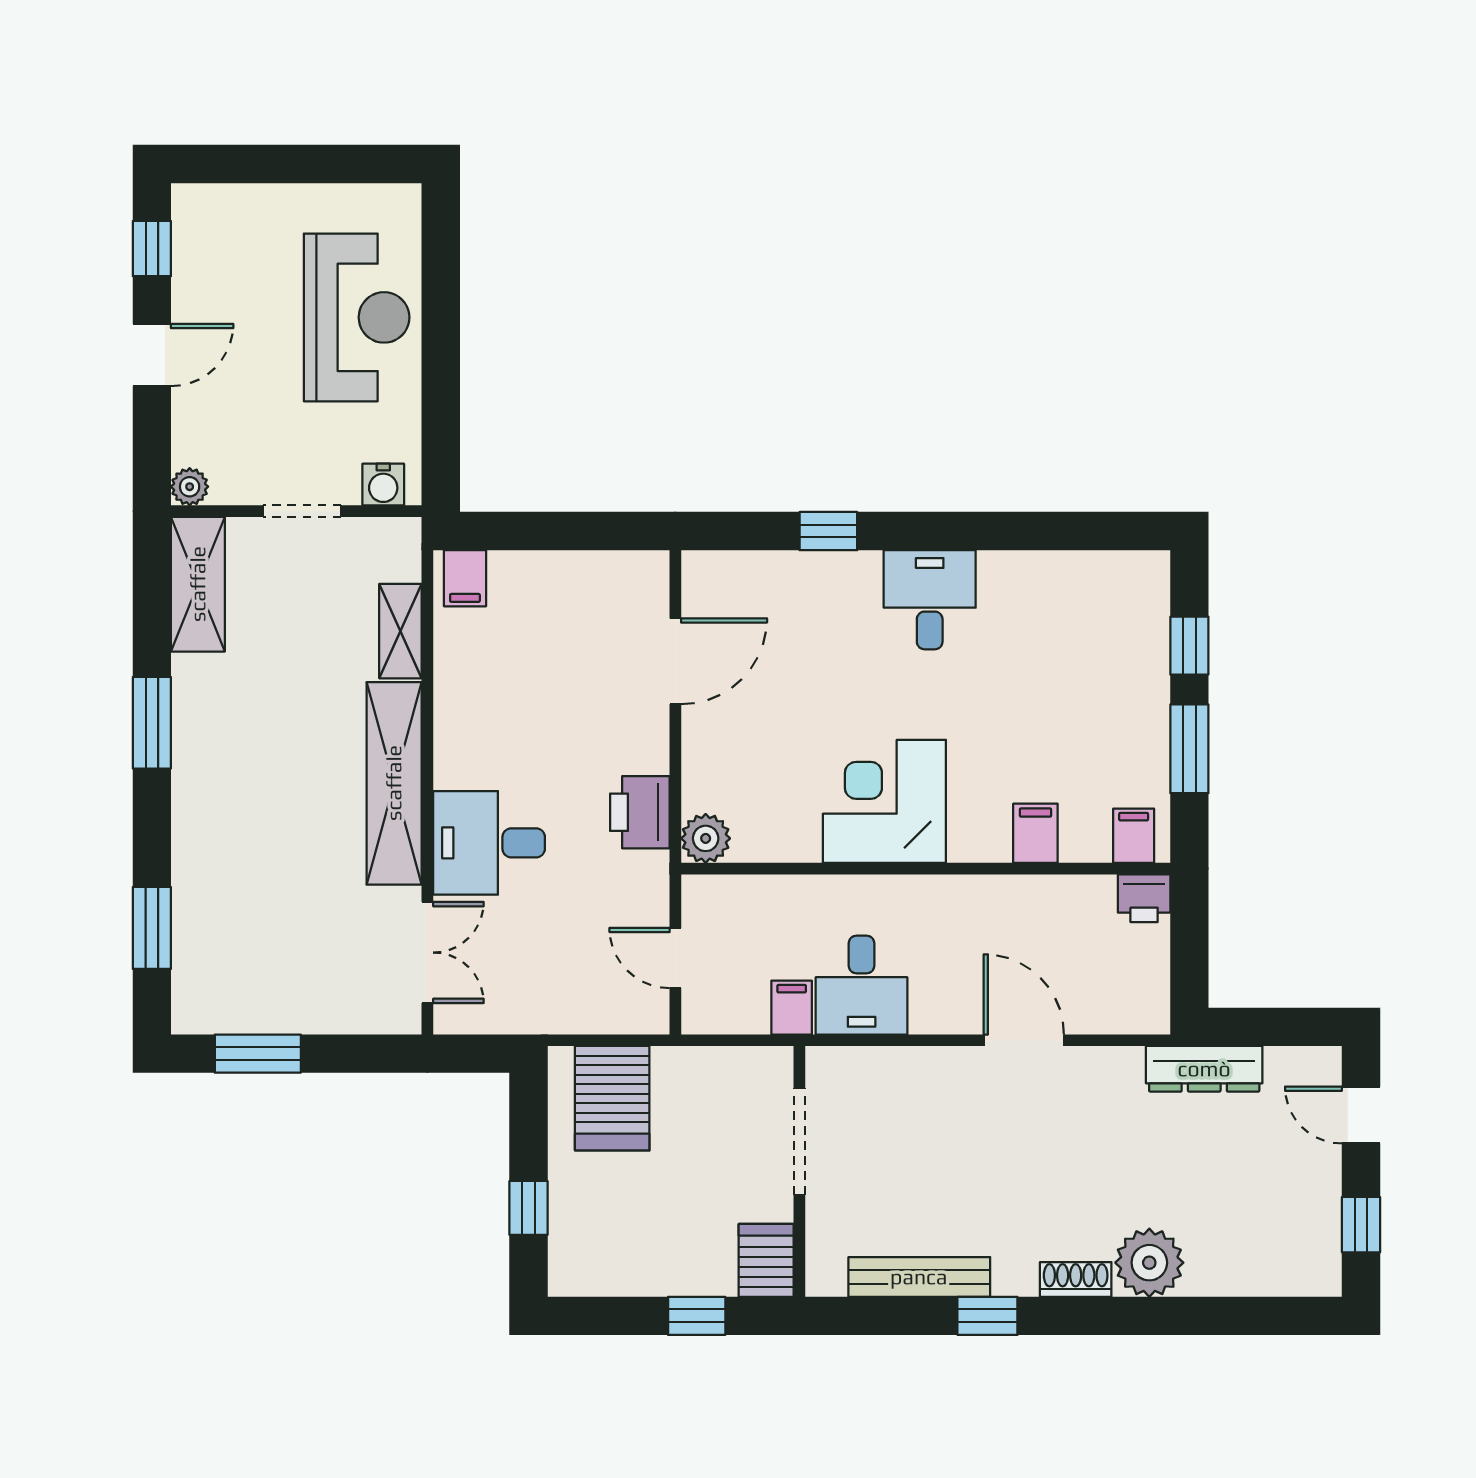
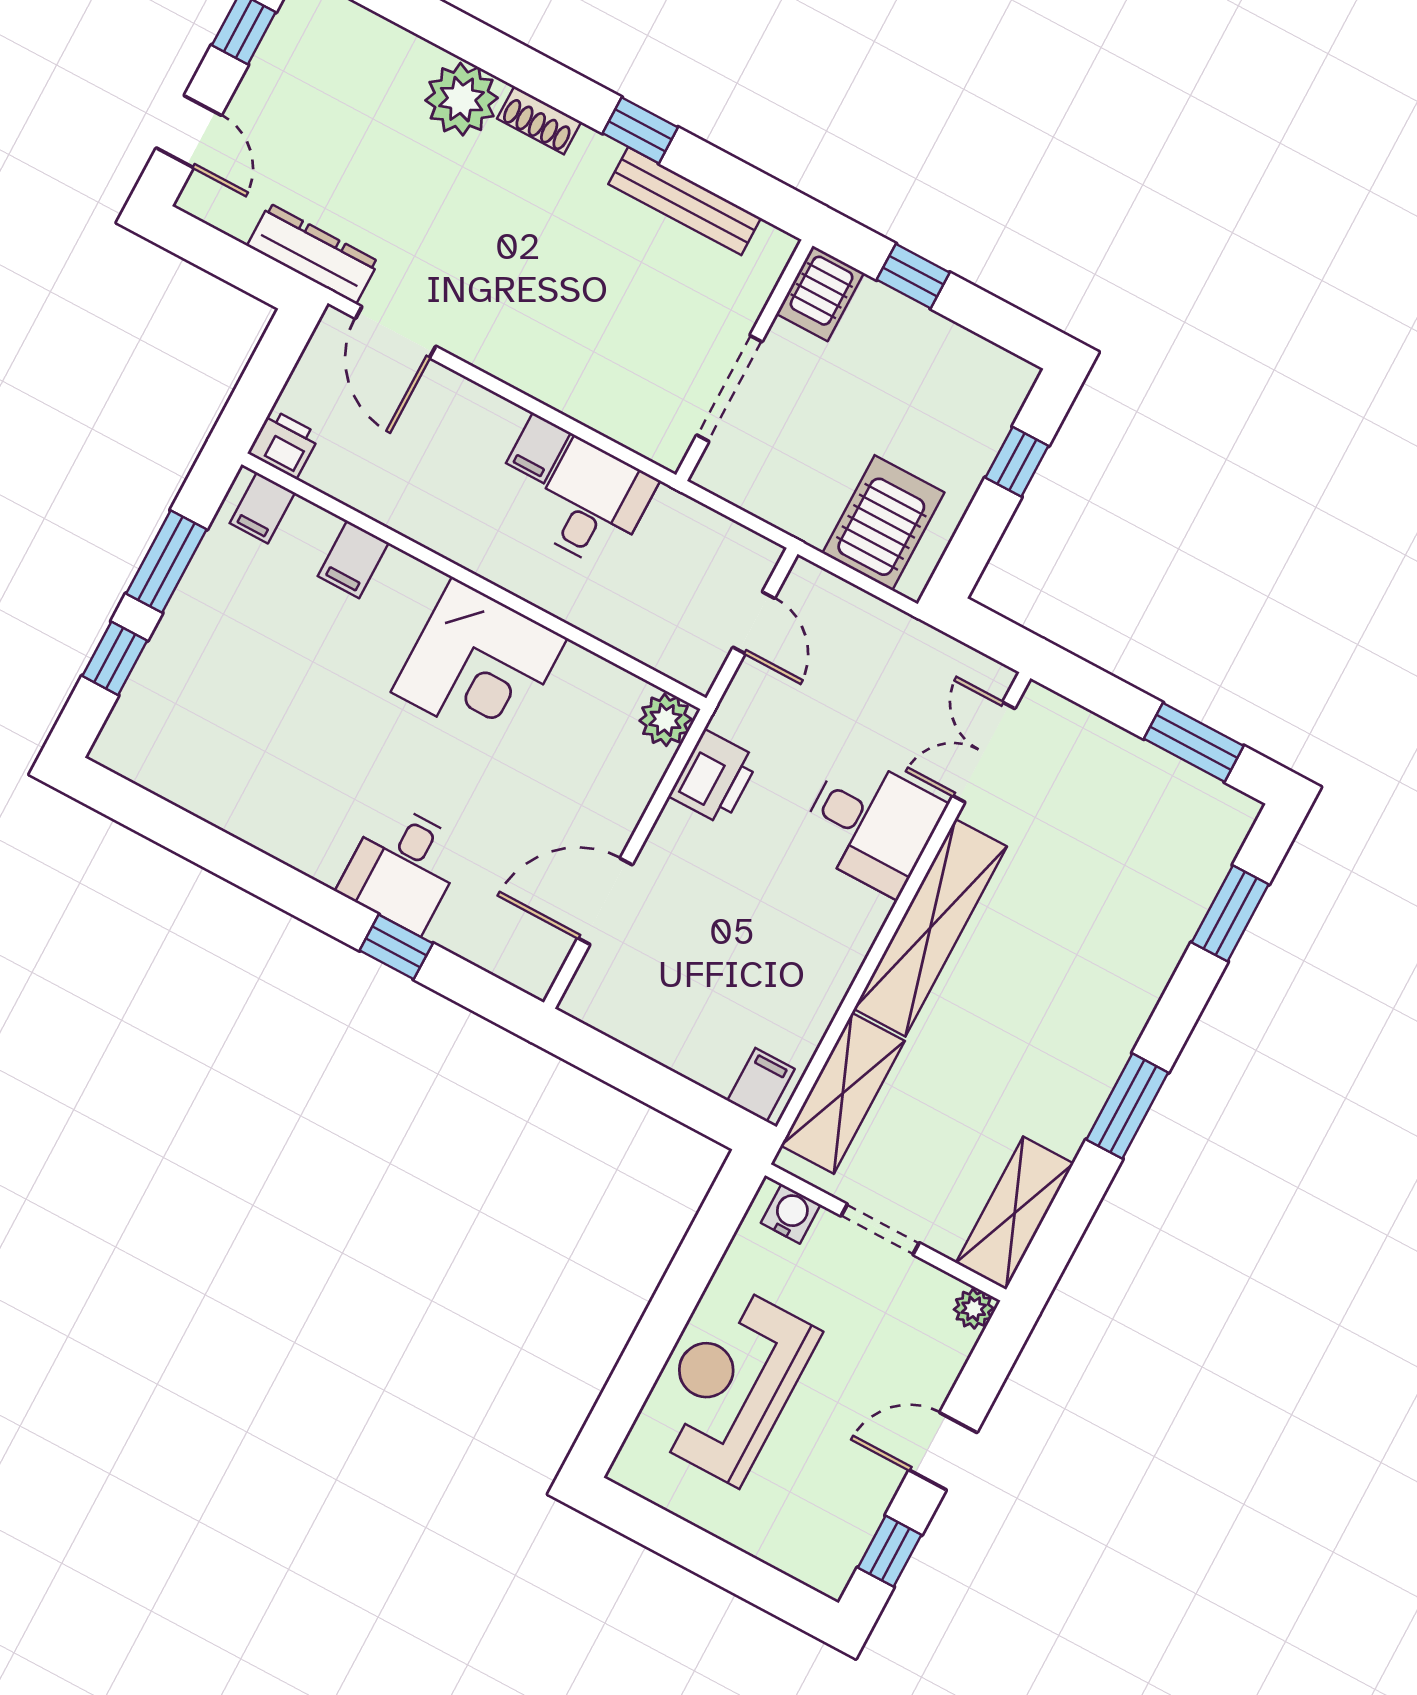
desk: (930, 600) -> (403, 867), moved
shelving: (400, 631) -> (843, 1093), width x1.50, depth x1.33
filing cabinet: (792, 1008) -> (538, 448), moved
door: (1024, 1040) -> (396, 332), moved

